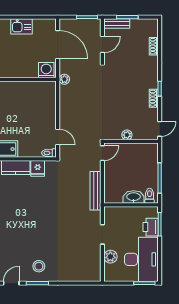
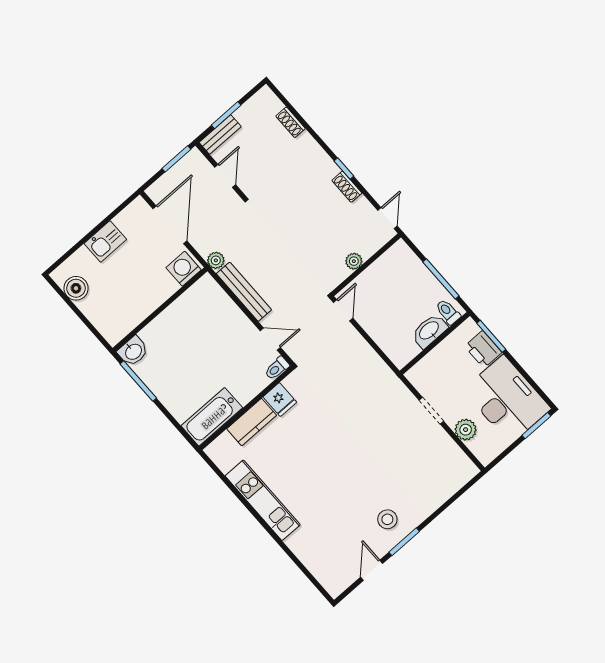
door: (58, 45) -> (170, 225), hinge flipped
bench: (95, 191) -> (244, 292), moved

